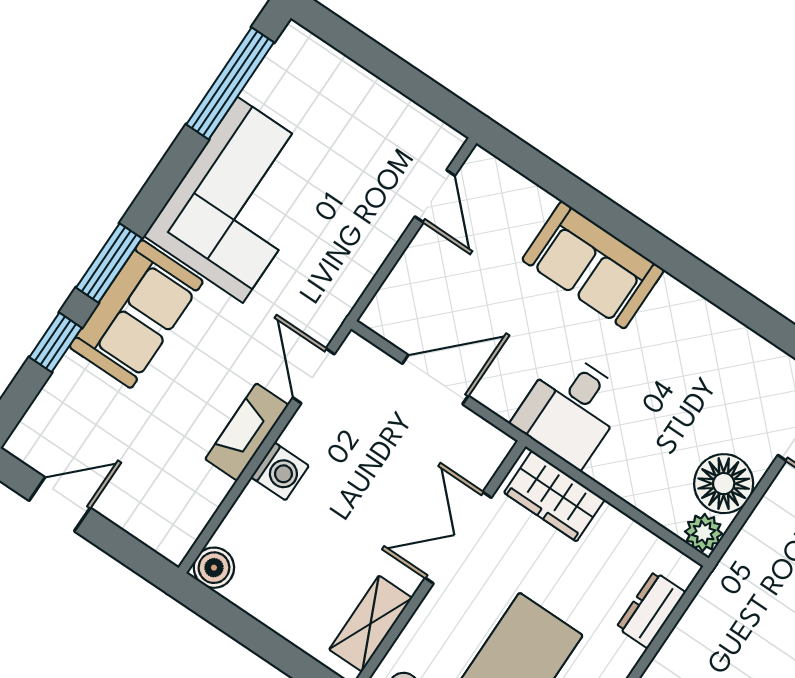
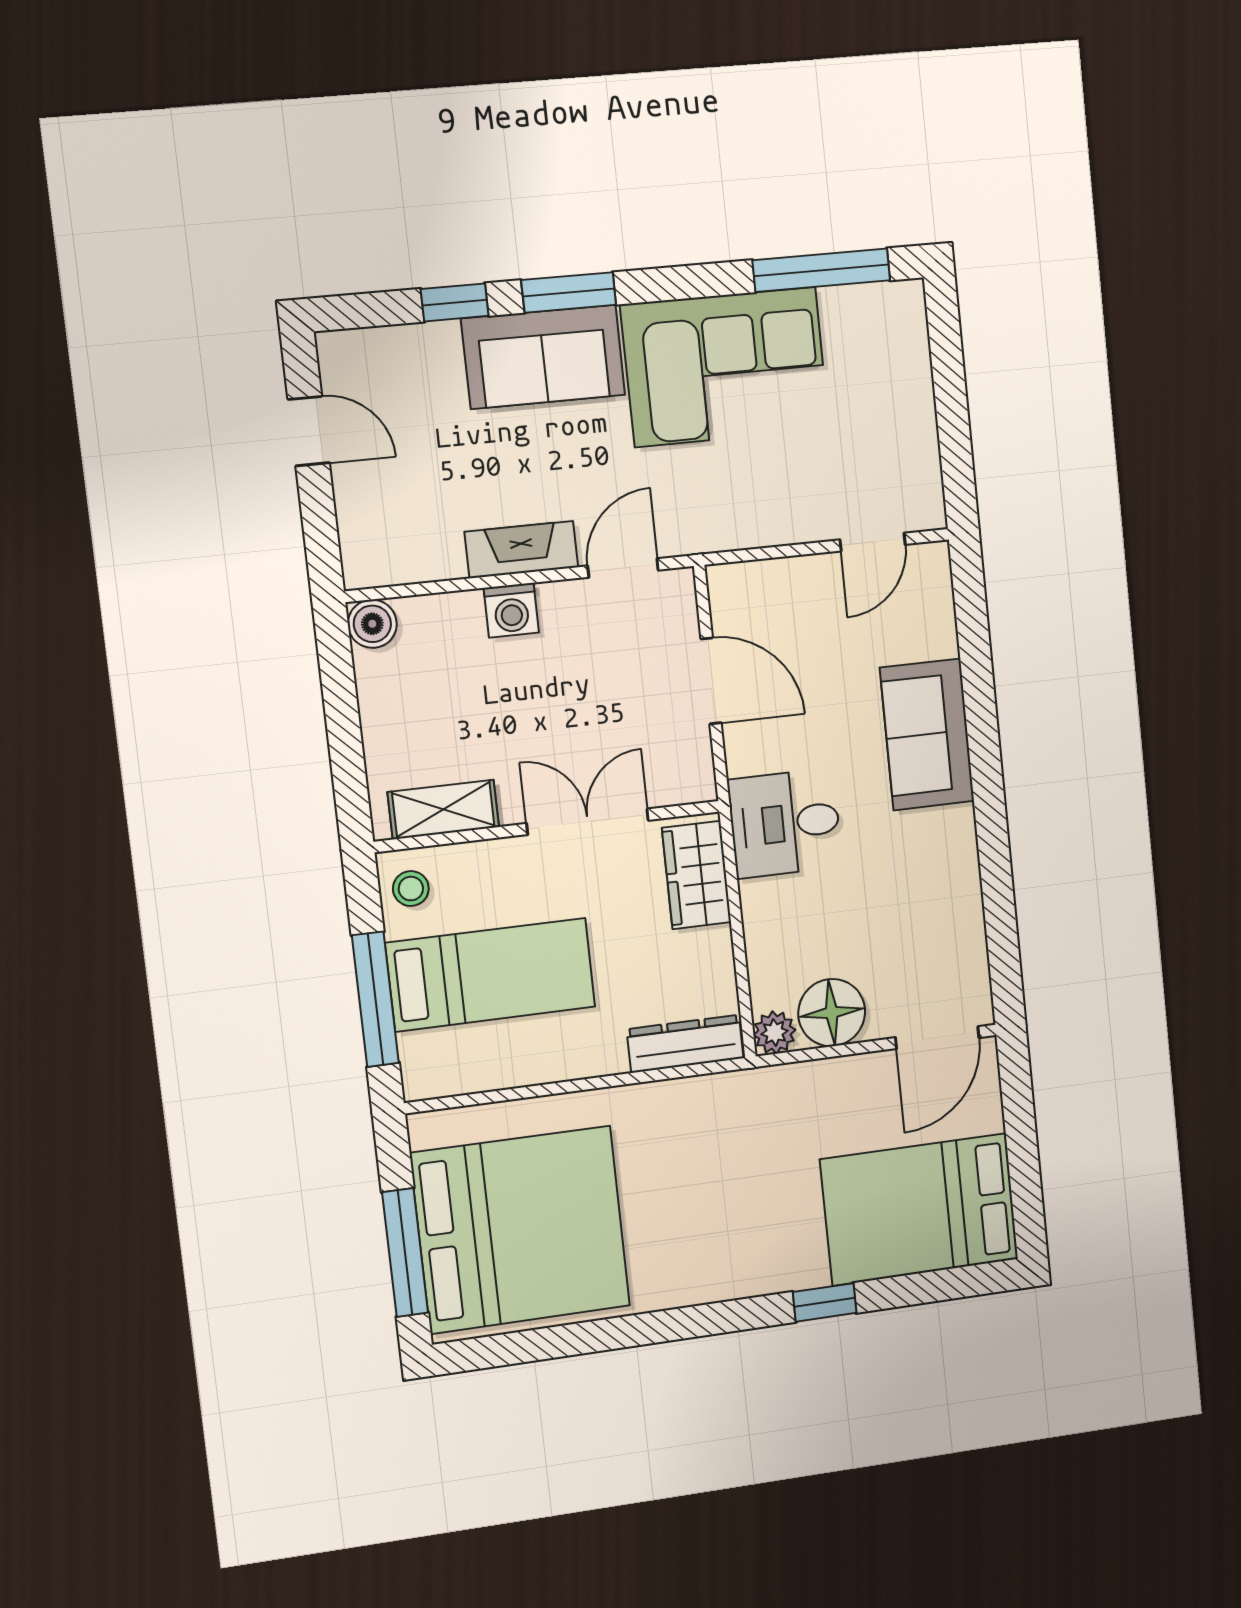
dresser: (651, 610) -> (685, 1044), width x1.44

